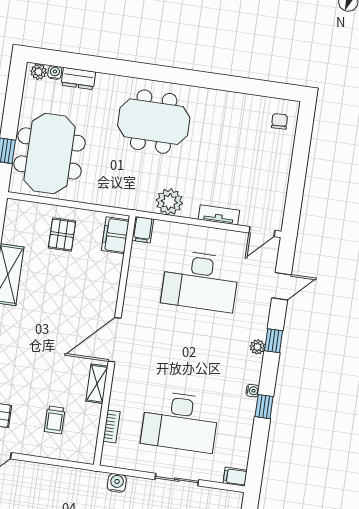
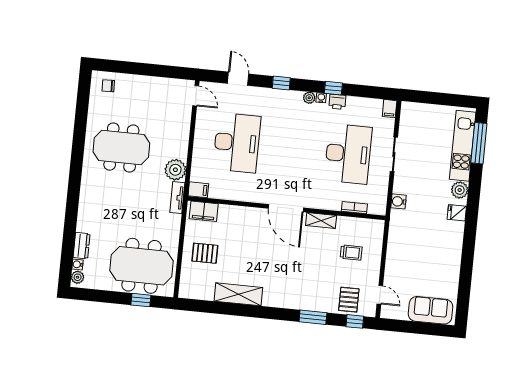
meeting table: (154, 122) -> (121, 148), moved, turned 90
tv unit: (219, 215) -> (177, 198), moved
plant: (257, 347) -> (309, 98), moved
printer: (247, 411) -> (337, 102), added

